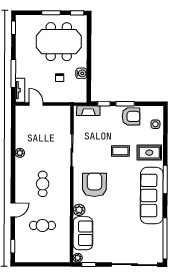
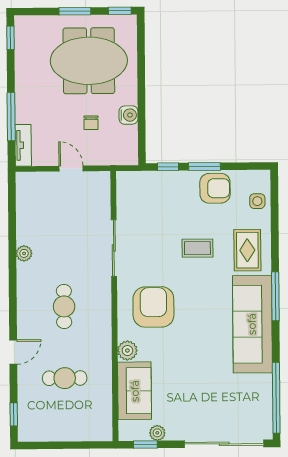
door: (36, 104) -> (71, 169), moved
fireplace: (88, 111) -> (141, 179), removed
rug: (149, 153) -> (247, 250), turned 90
plant: (78, 258) -> (157, 433), moved

